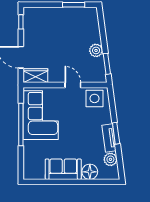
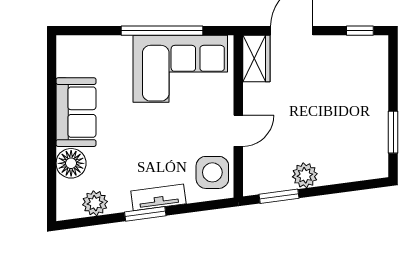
tv unit: (109, 138) -> (158, 197), moved

